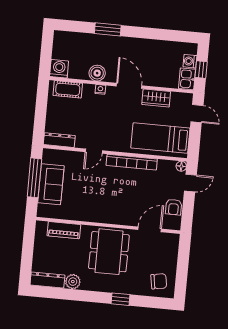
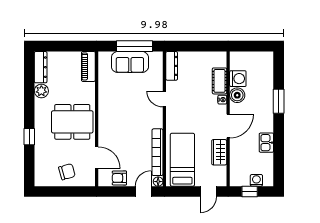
washing machine: (59, 69) -> (238, 79), moved
kitchen sink: (187, 79) -> (266, 143), moved, turned -90
cot: (68, 89) -> (219, 81), moved
bookcase: (132, 162) -> (157, 152), moved
door: (190, 183) -> (143, 191), swing flipped
piano: (64, 230) -> (88, 66), moved
chair: (159, 281) -> (67, 172), moved, turned -97

